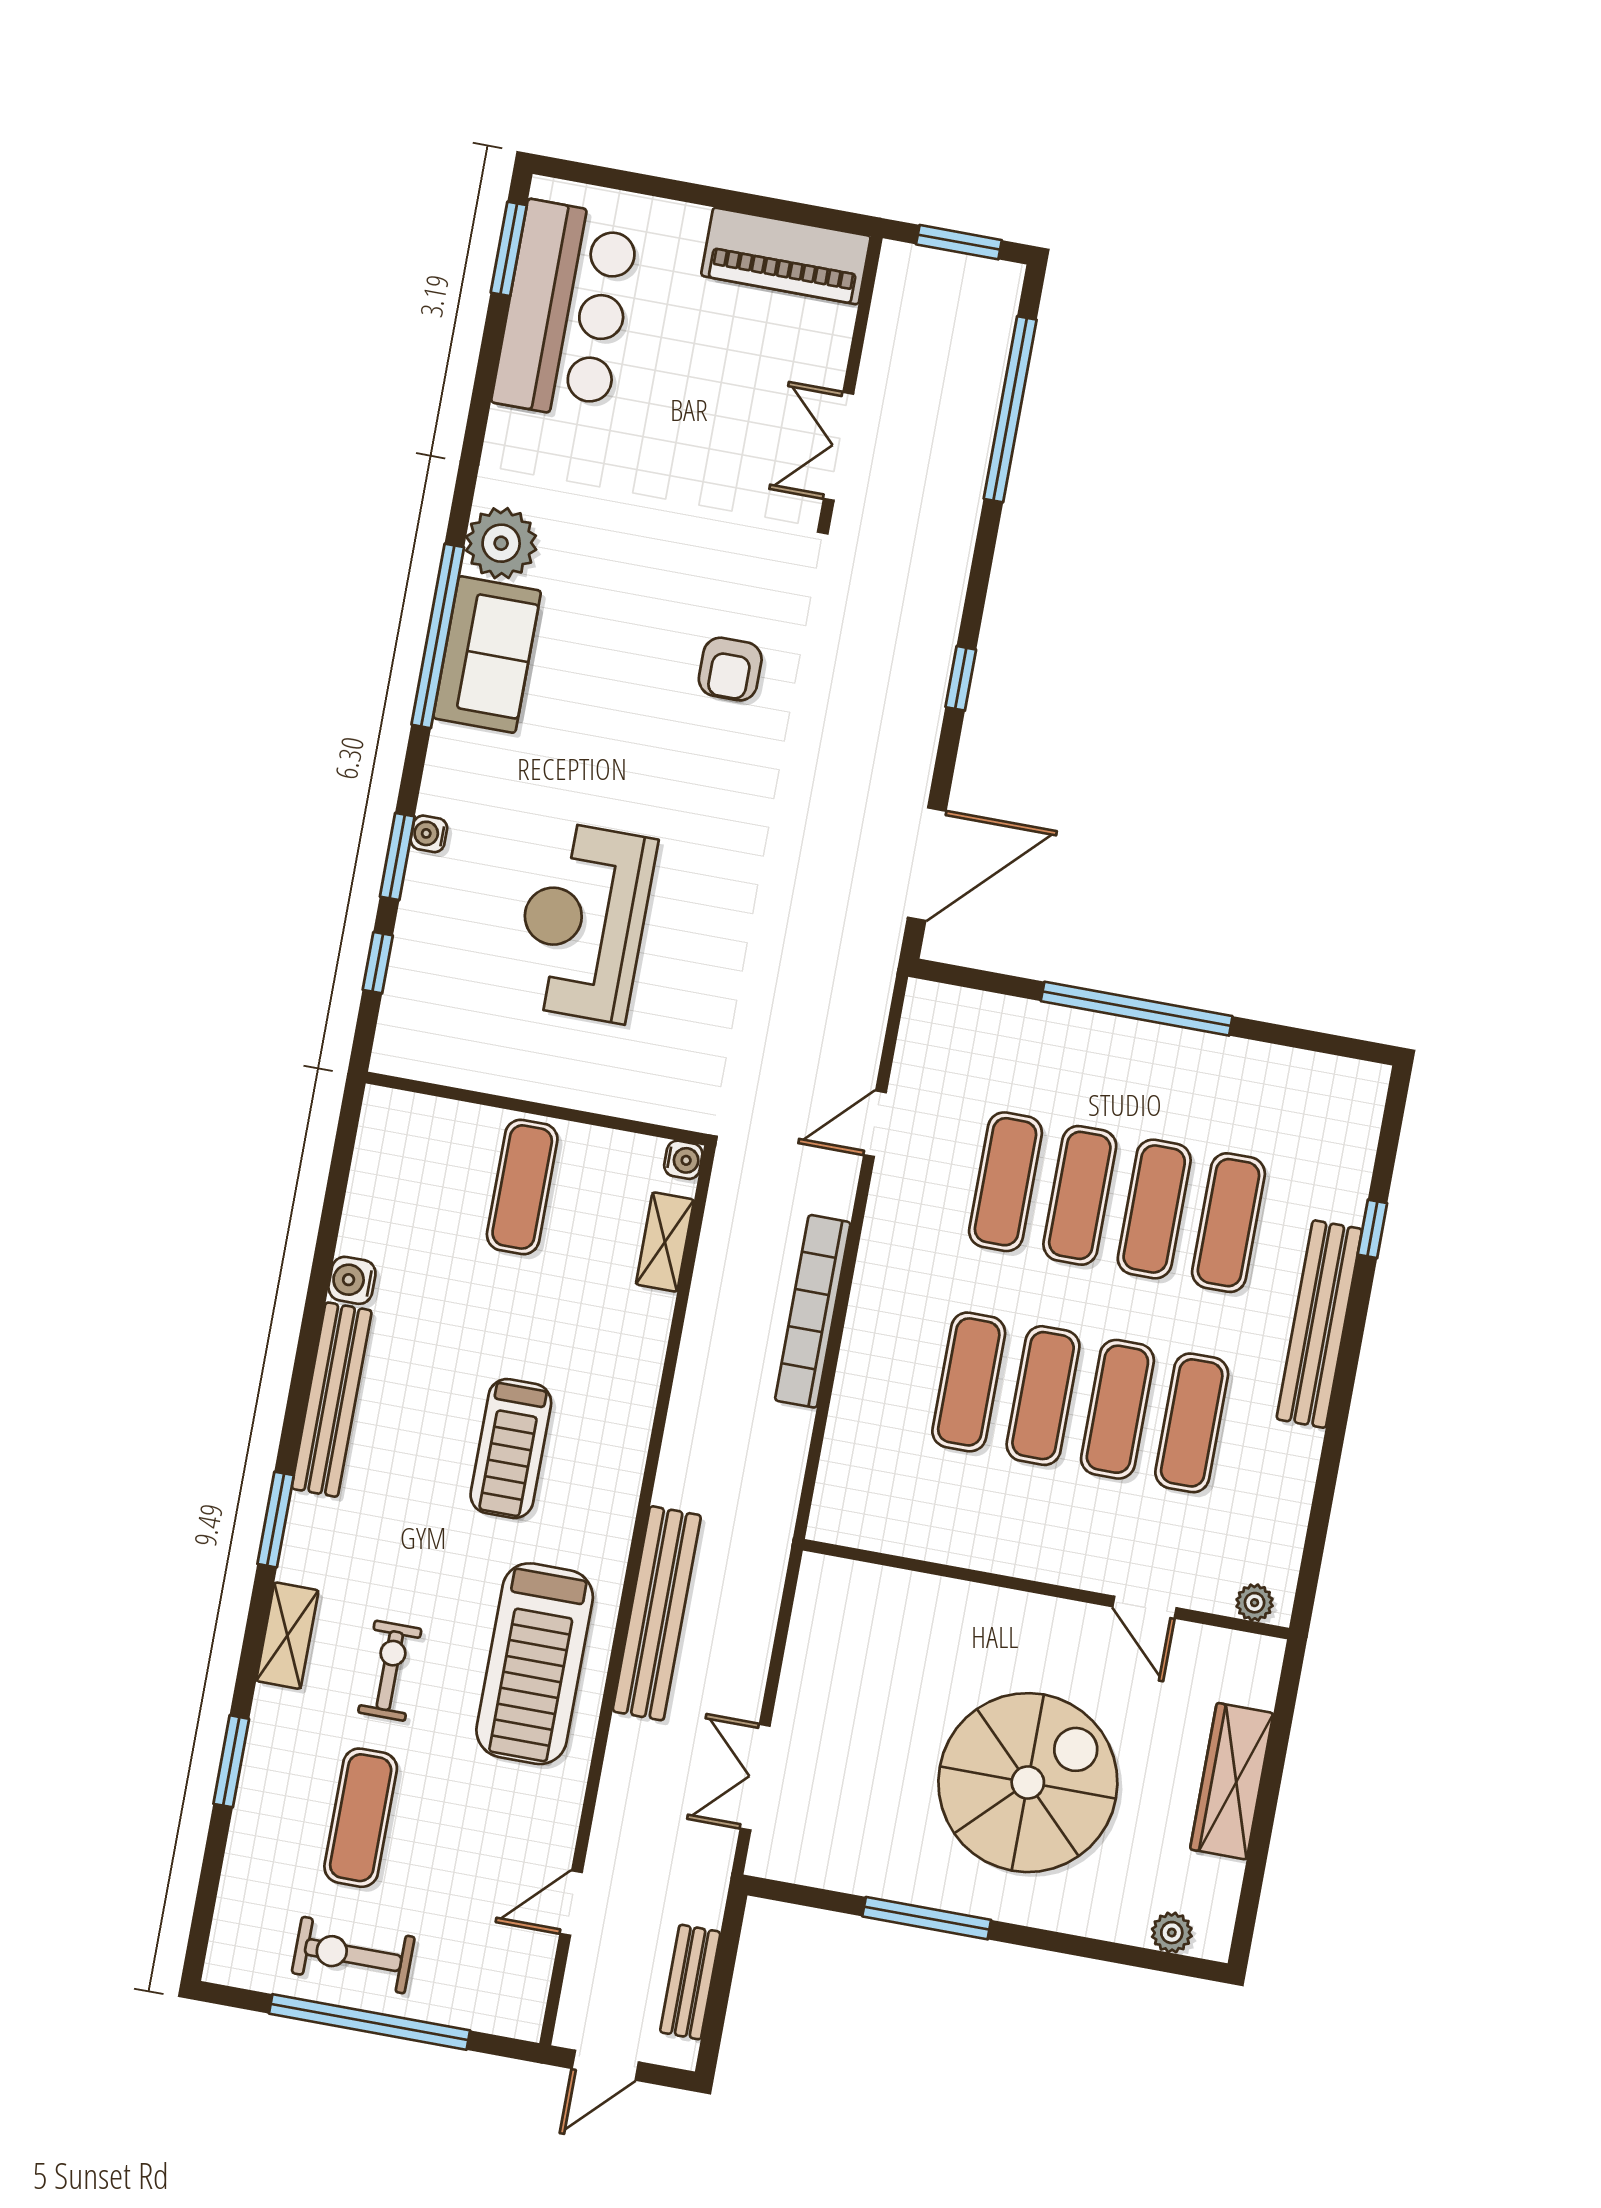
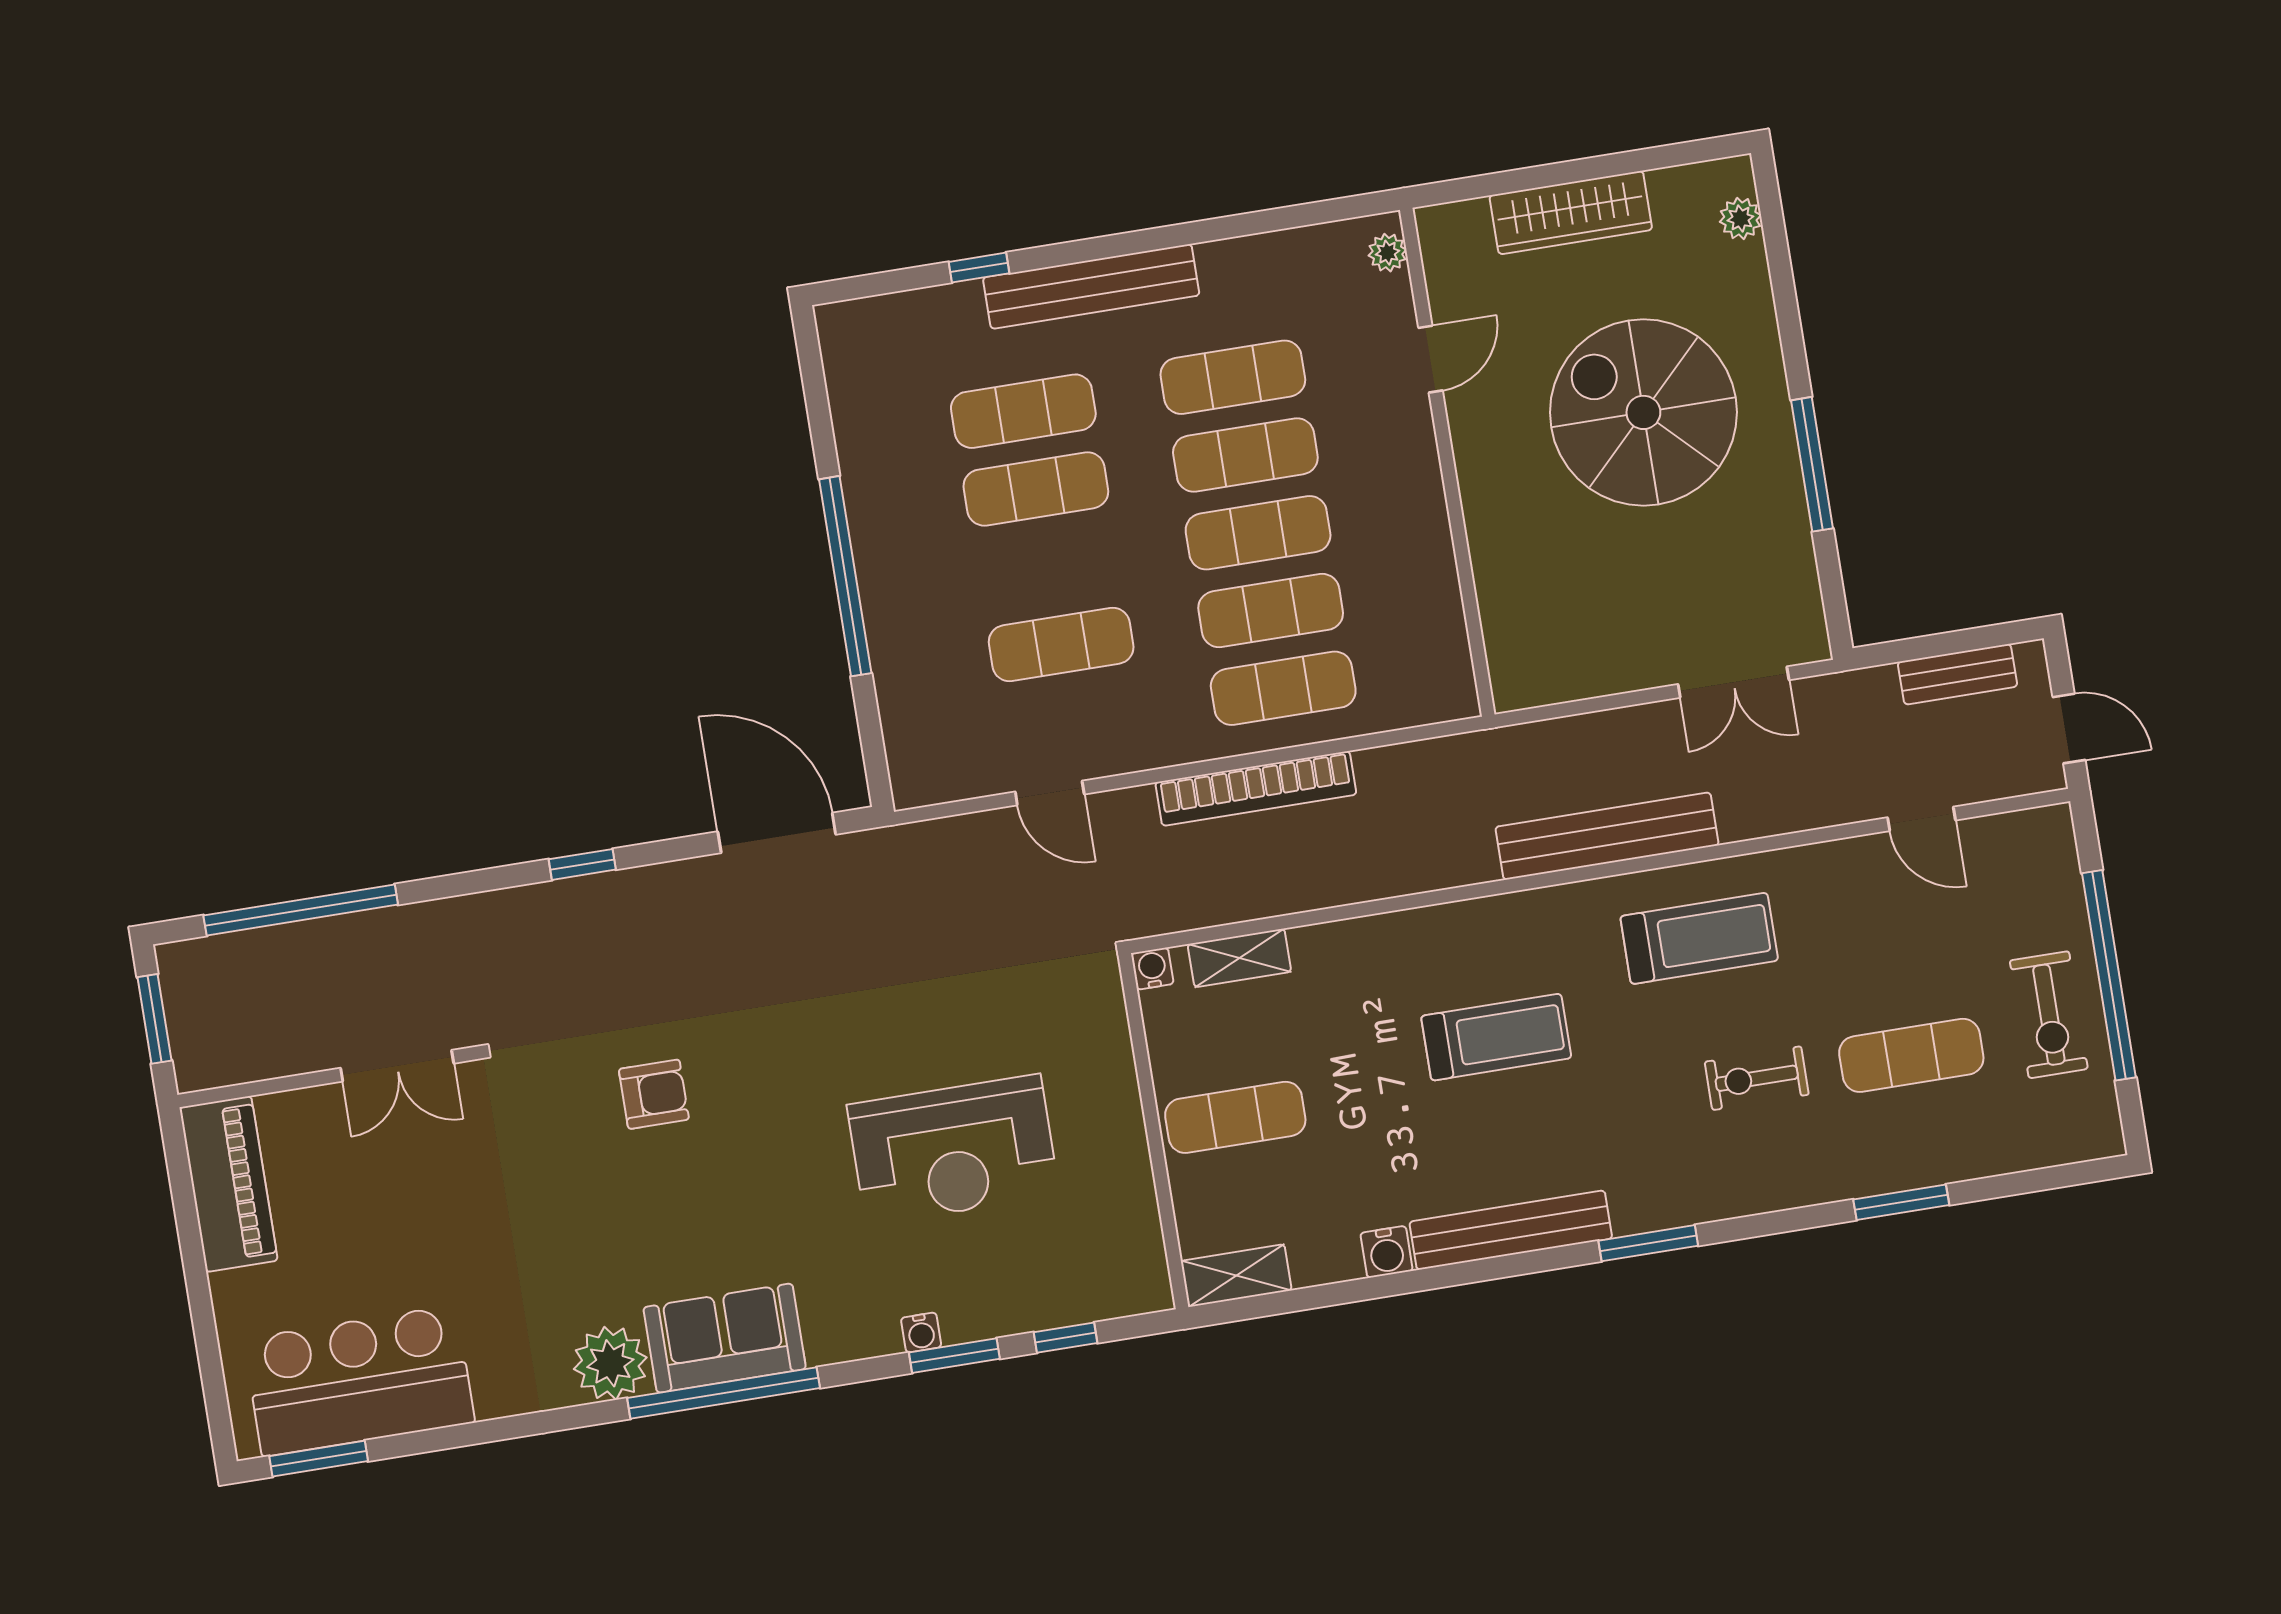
exercise mat: (1080, 1195) -> (1283, 688), moved
shelving: (287, 1636) -> (1236, 1276), moved
treadmill: (535, 1664) -> (1699, 938), width x0.73, depth x0.73

